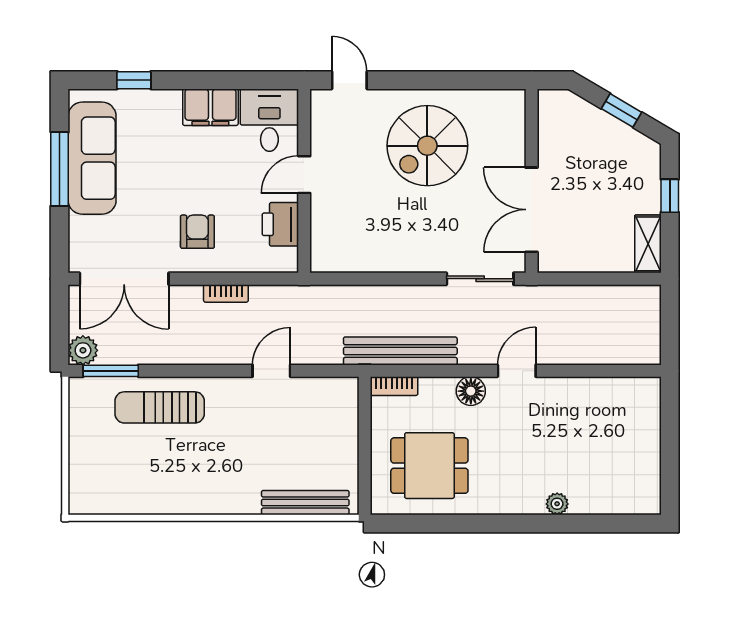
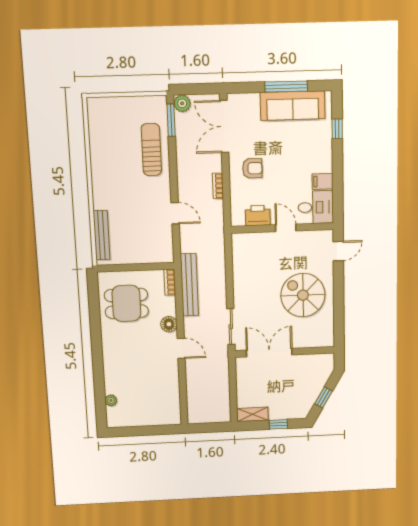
filing cabinet: (210, 107) -> (323, 181), width x0.50
dining table: (429, 466) -> (126, 303), turned 90
plant: (557, 504) -> (111, 400), moved

